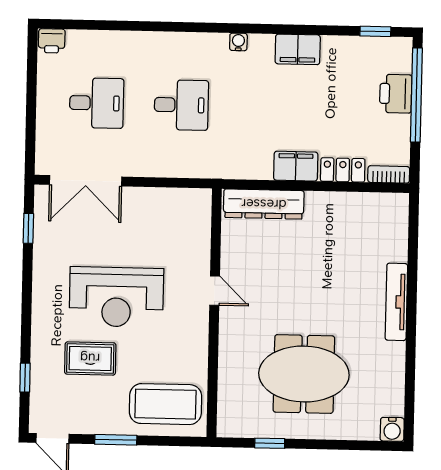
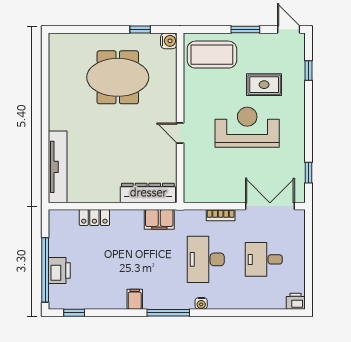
window: (238, 28) -> (168, 313), added
water cooler: (238, 42) -> (201, 303), moved
filing cabinet: (298, 49) -> (135, 299), width x0.50
desk: (181, 105) -> (206, 259), width x1.37
filing cabinet: (296, 166) -> (159, 219), moved
bookcase: (389, 174) -> (221, 215), moved
tv unit: (396, 302) -> (58, 167), moved, width x1.36, depth x1.29
water cooler: (392, 429) -> (169, 41), moved, turned 90

